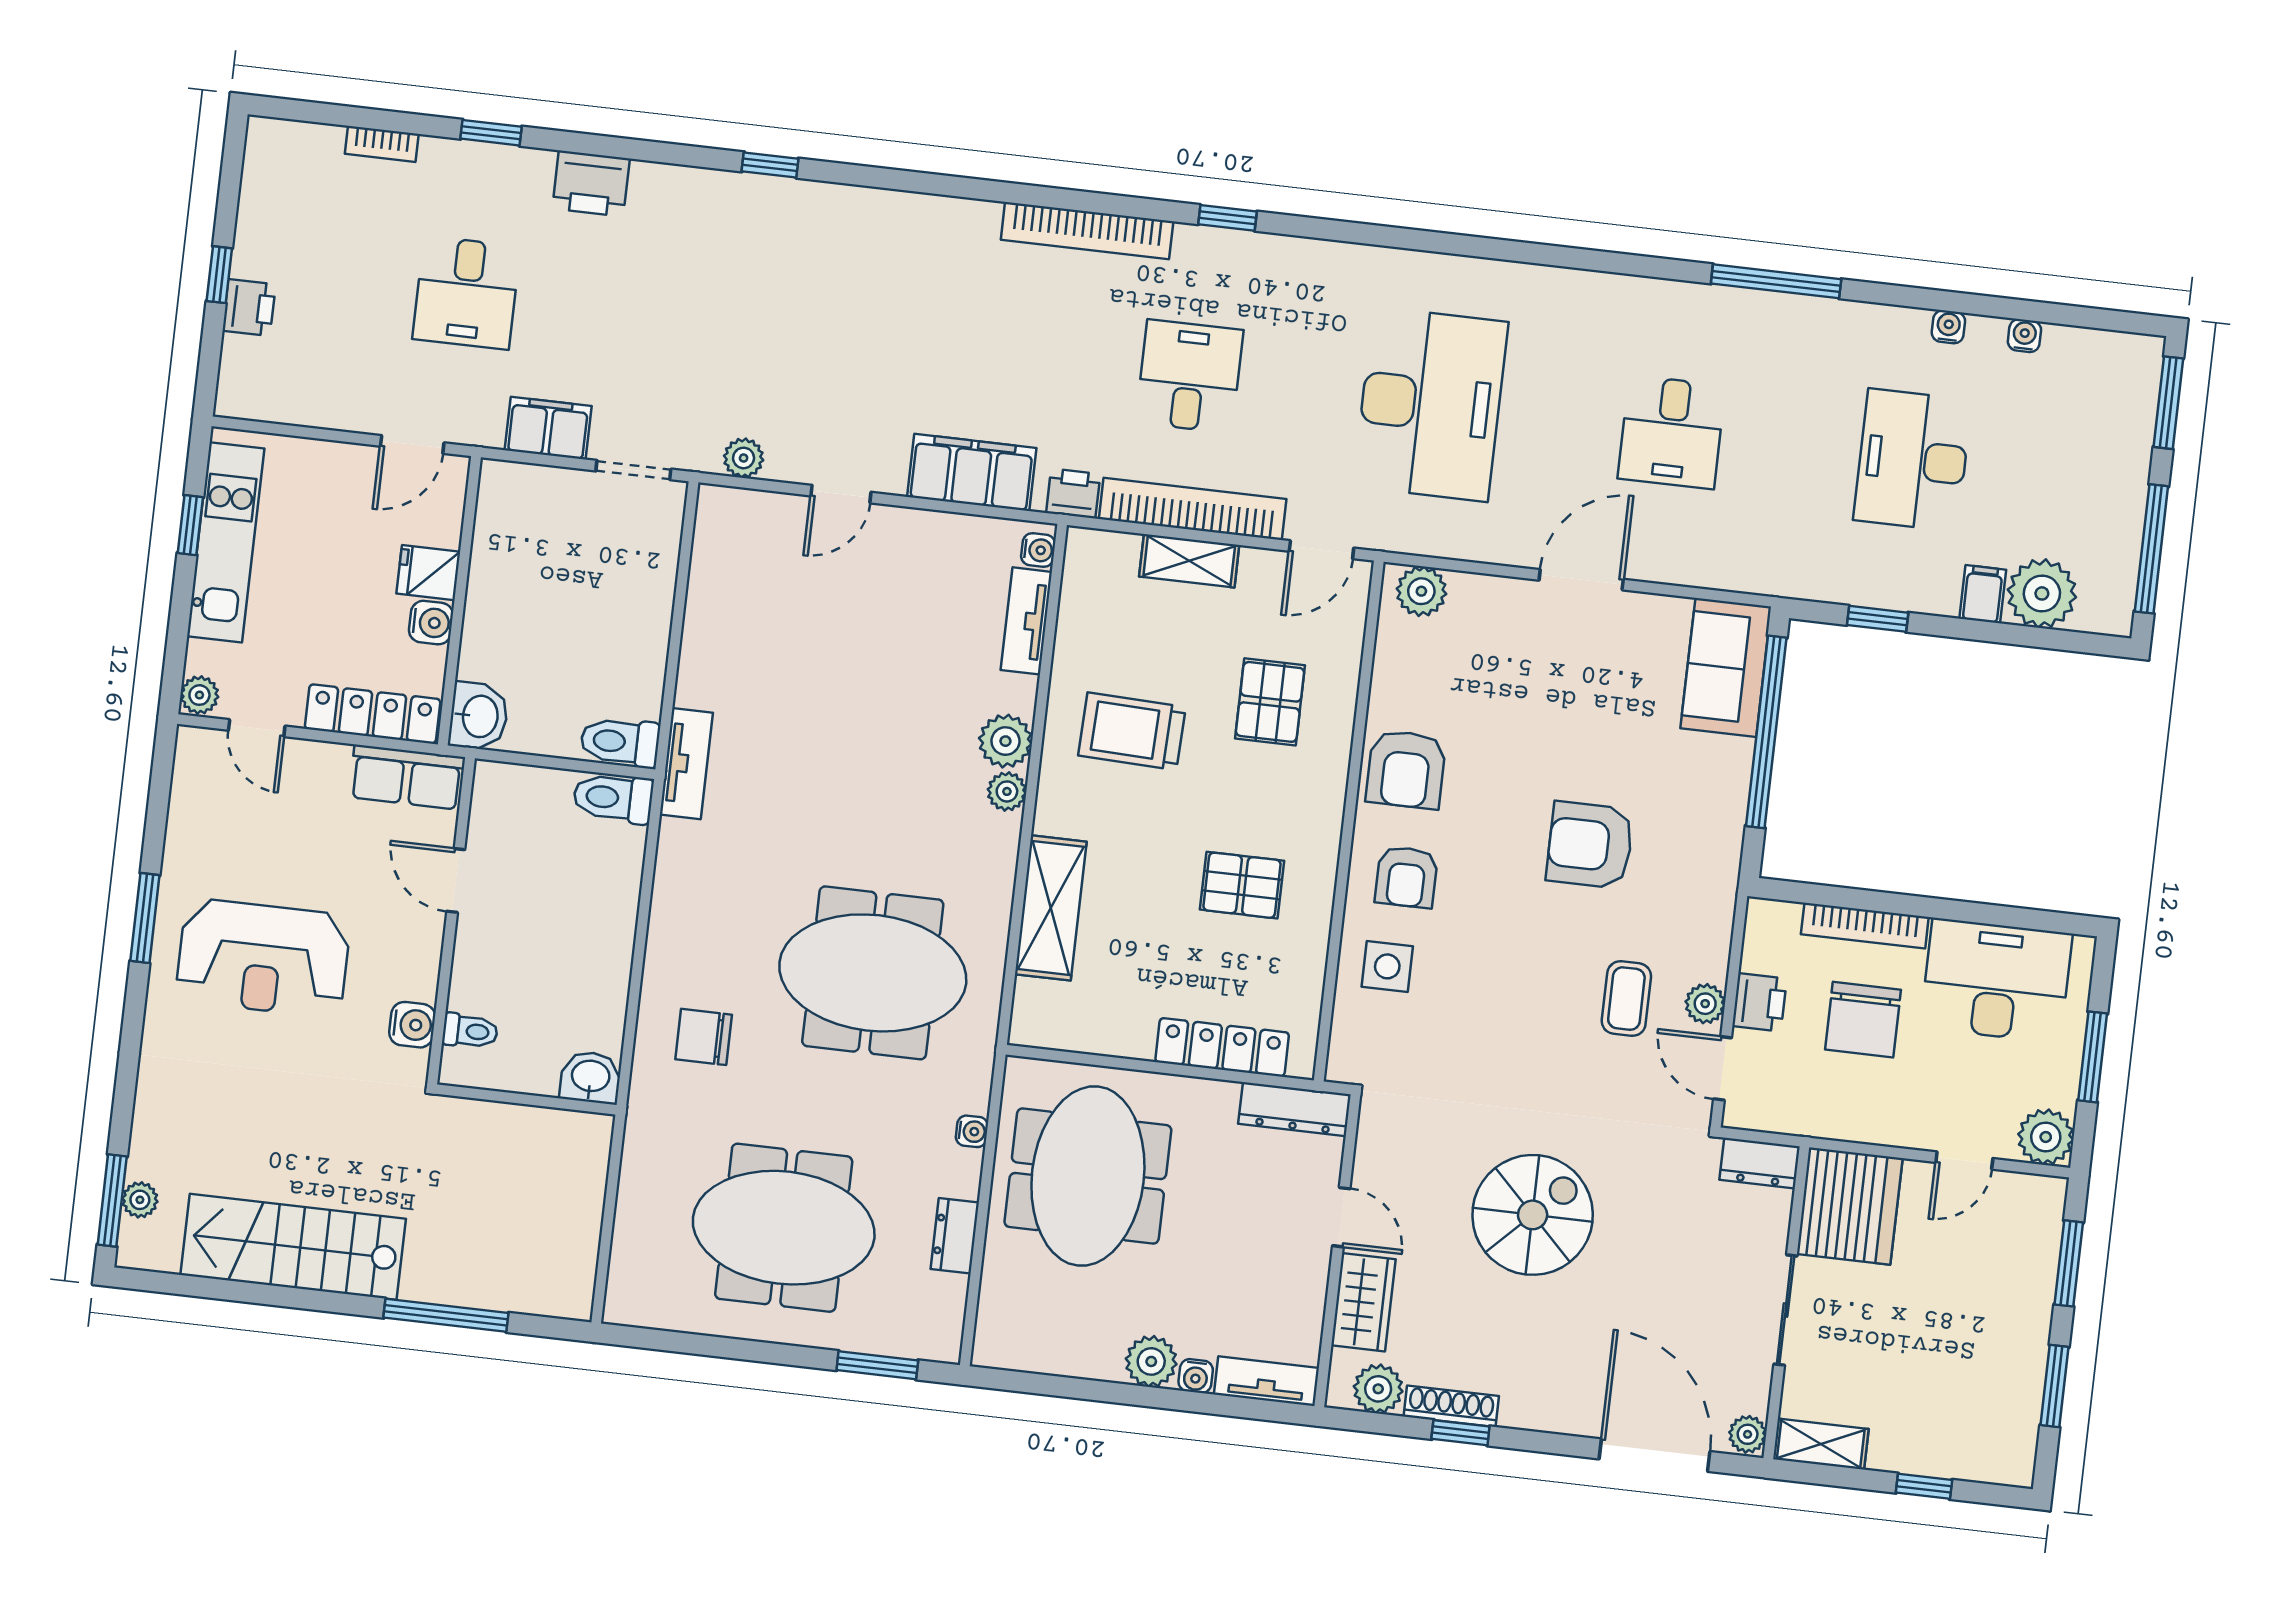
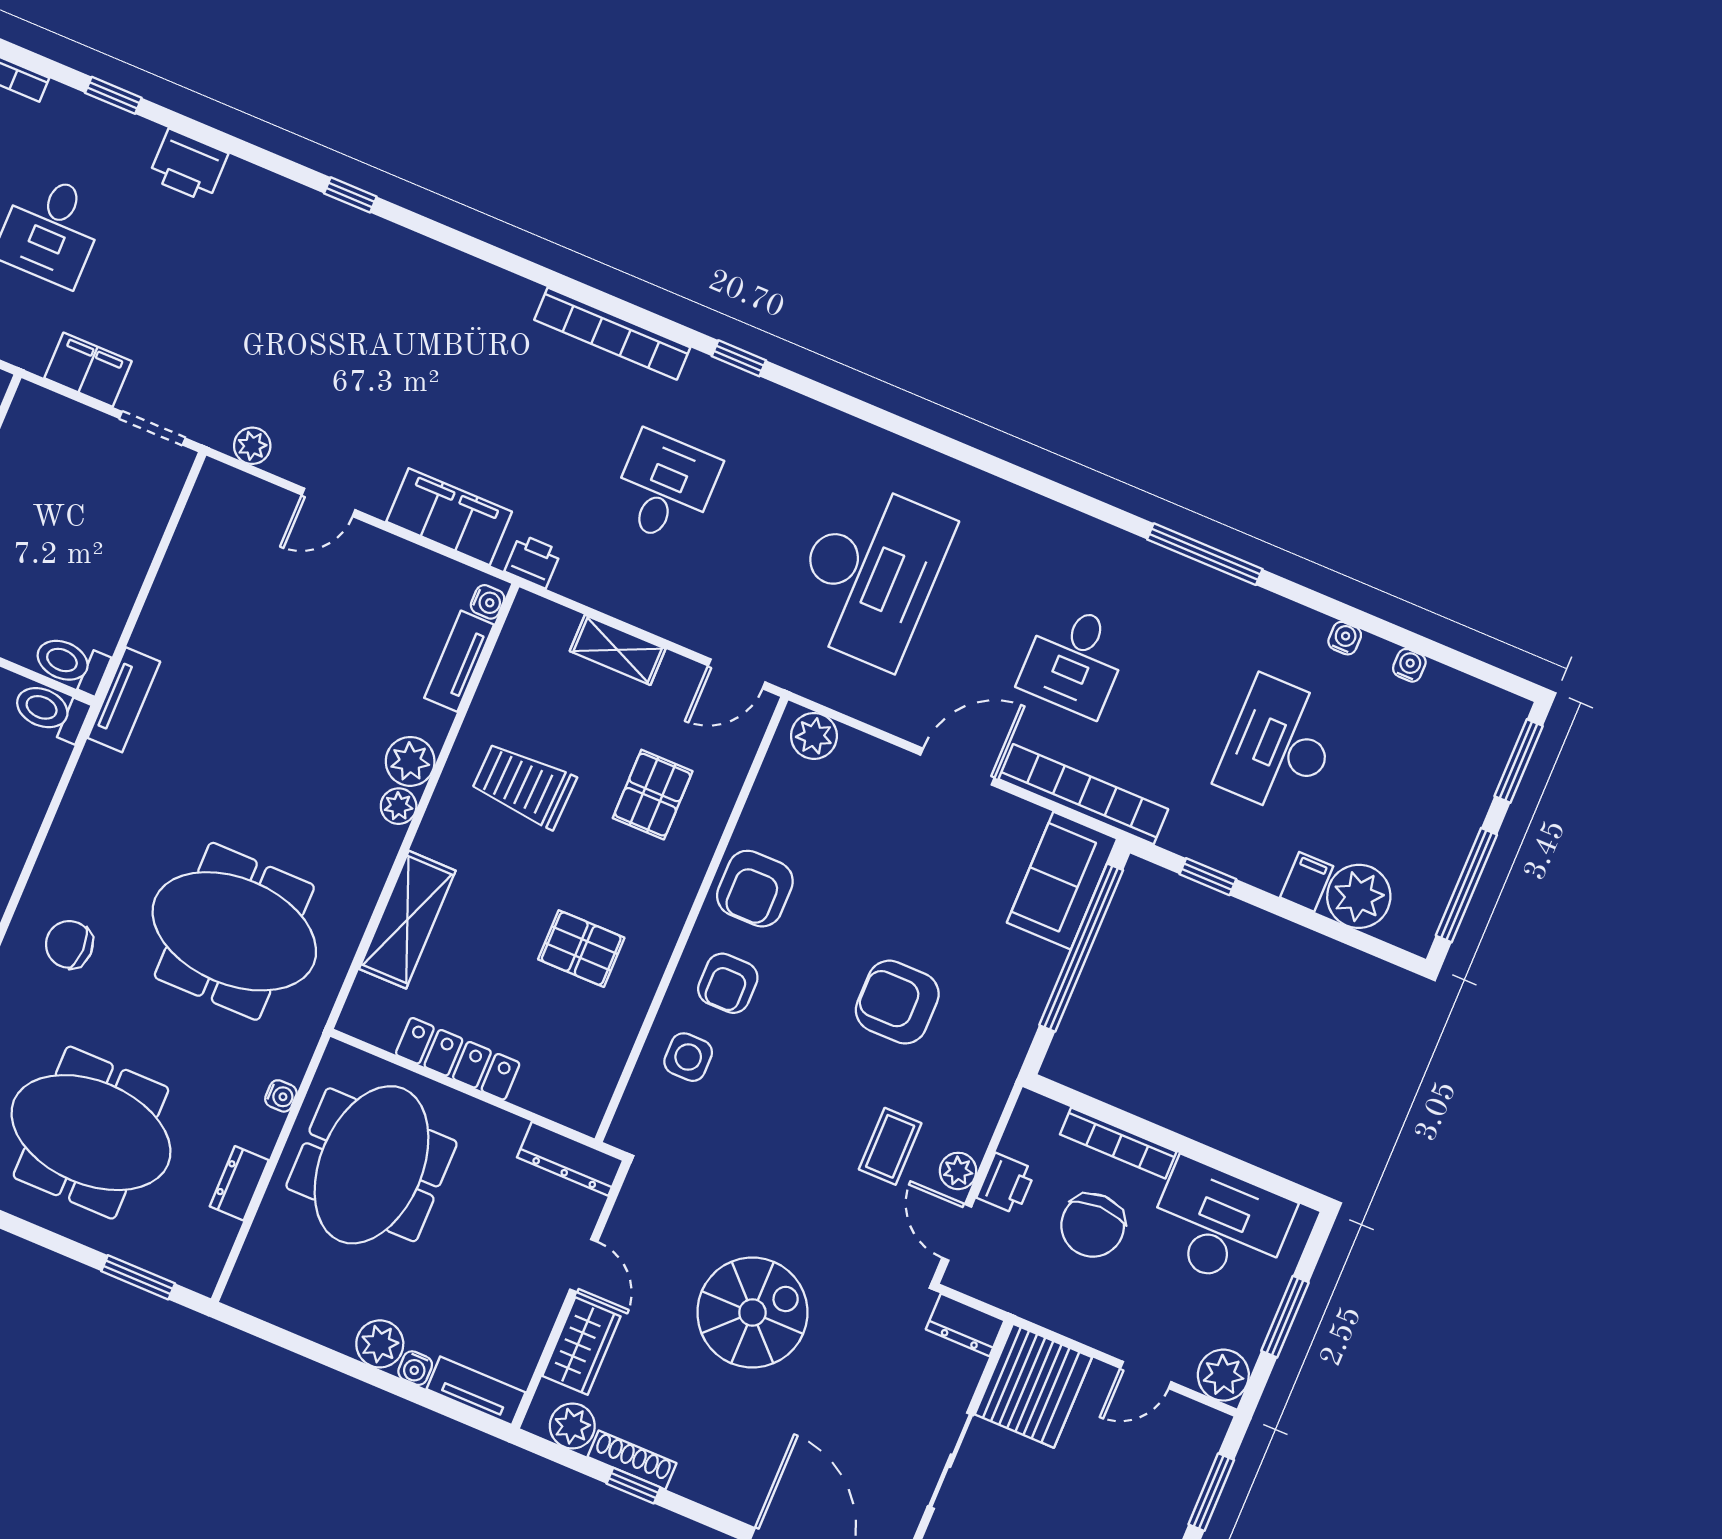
bookcase: (1193, 509) -> (1083, 794), moved
locker: (1222, 1047) -> (458, 1059), moved

